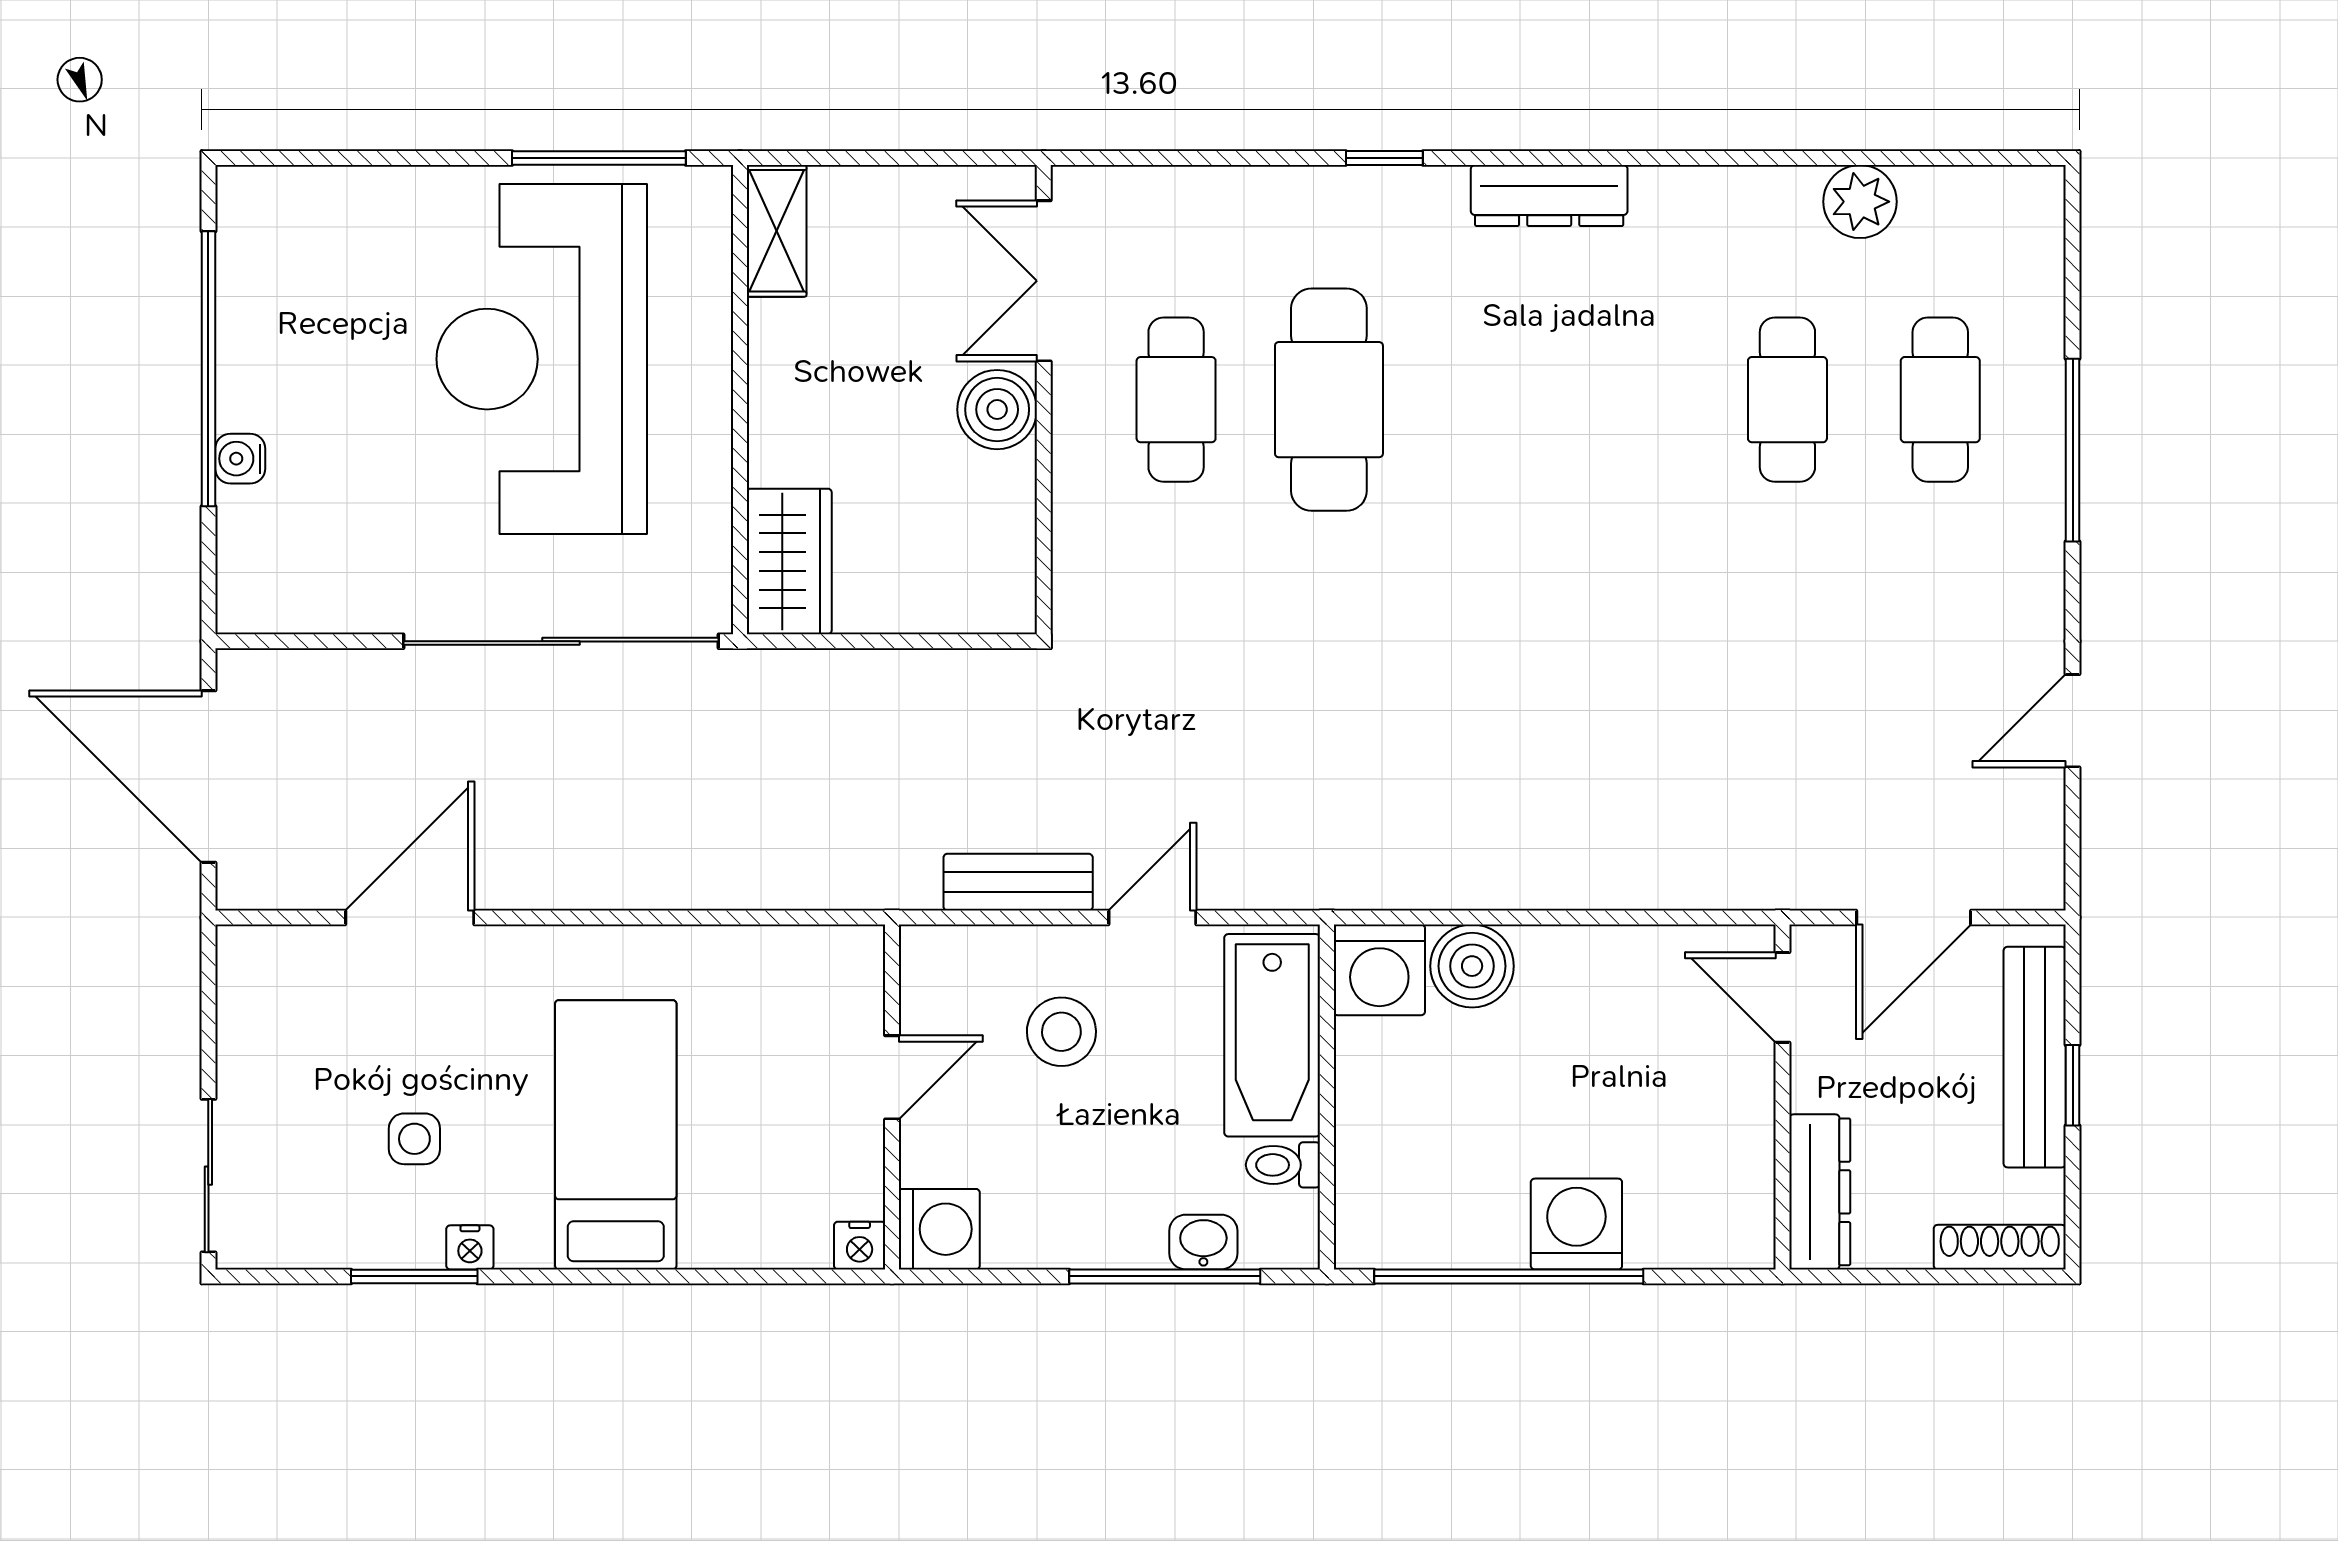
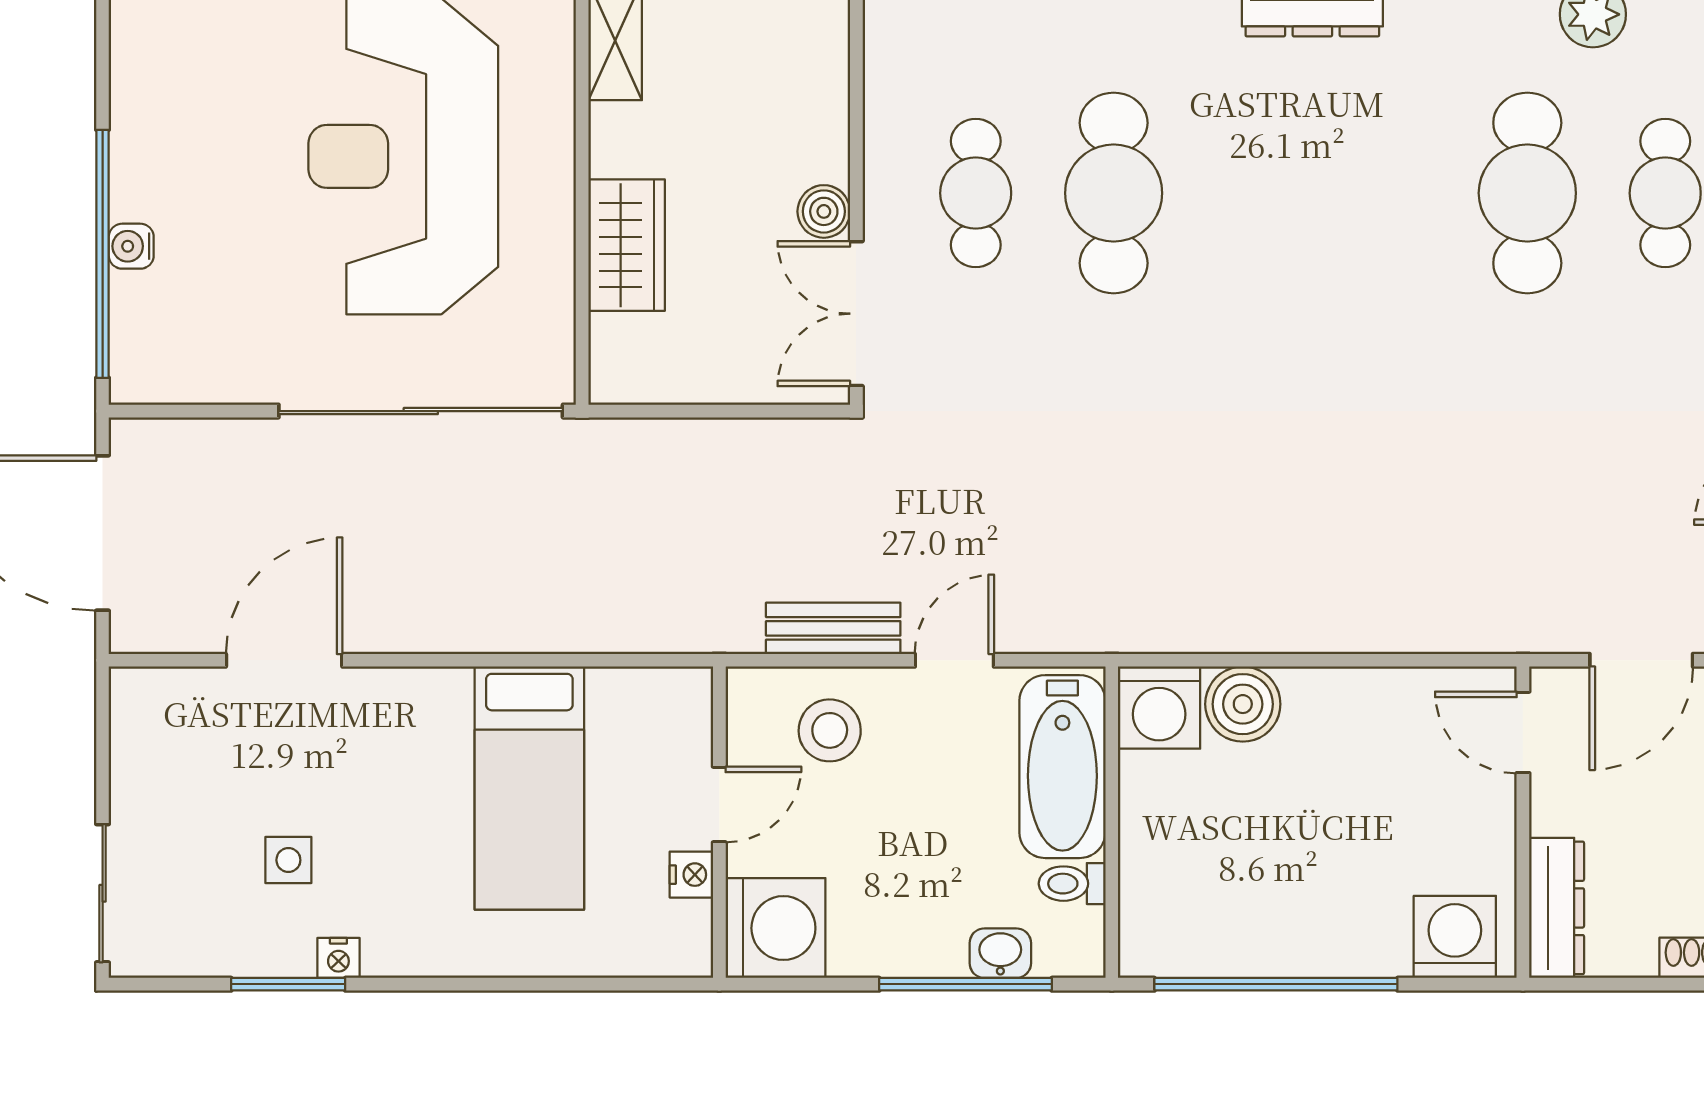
double door: (1044, 281) -> (856, 314), moved
window: (208, 369) -> (103, 254), moved
cafe table: (1787, 400) -> (1527, 193), width x1.37, depth x1.35
boiler: (997, 410) -> (824, 211), width x0.73, depth x0.73
wardrobe: (789, 561) -> (627, 245), moved
stool: (1061, 1032) -> (830, 730), moved
bed: (616, 1135) -> (529, 788), moved, turned 180
washing machine: (1576, 1224) -> (1455, 937), moved
washing machine: (939, 1229) -> (775, 928), width x1.37, depth x1.37
nightstand: (860, 1246) -> (691, 875), moved, turned -90

